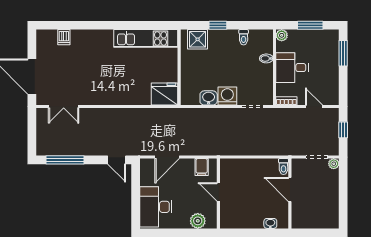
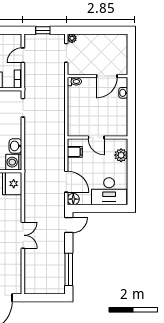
washing machine: (227, 96) -> (14, 162), moved
double door: (64, 107) -> (23, 235), moved
floor lamp: (147, 165) -> (73, 199), added
door: (290, 190) -> (107, 76), moved
door: (218, 192) -> (96, 137), hinge flipped

